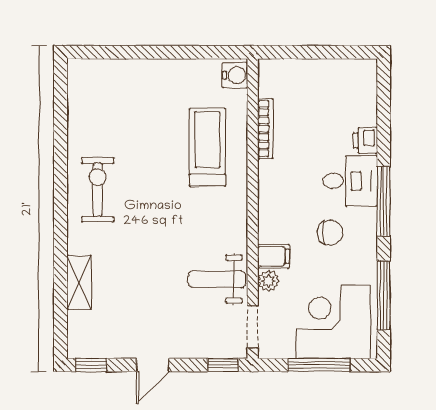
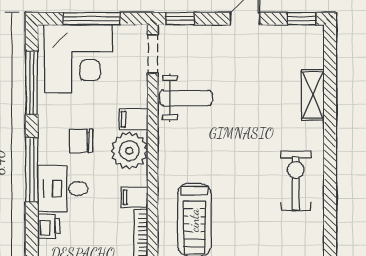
filing cabinet: (272, 172) -> (135, 197), added
exercise bike: (98, 189) -> (296, 181), turned 180
plant: (269, 281) -> (129, 151), moved, width x1.87, depth x1.87

